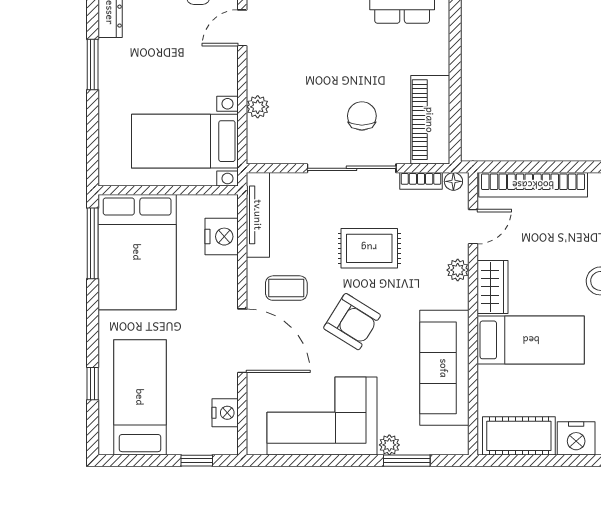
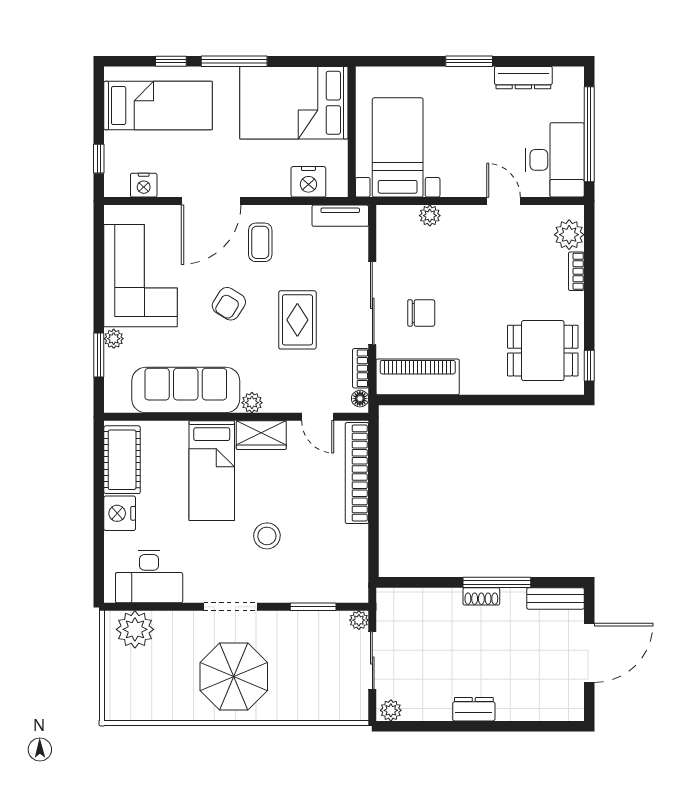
tv unit: (258, 215) -> (340, 216), width x0.71
window: (93, 243) -> (234, 61), moved
plant: (458, 270) -> (252, 403), moved
armchair: (352, 322) -> (229, 304), width x0.72, depth x0.72

